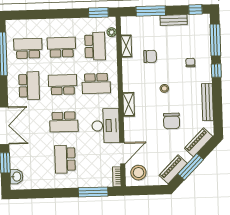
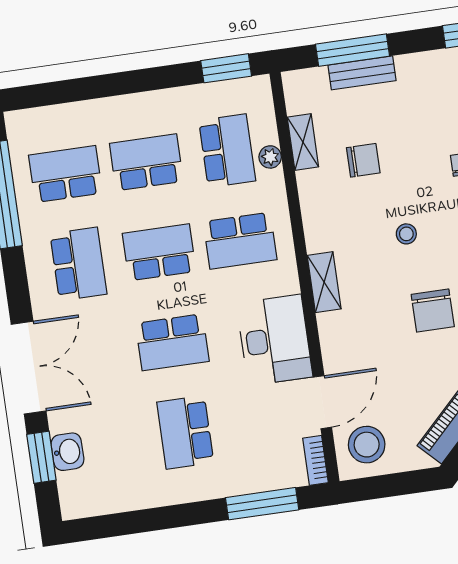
bench: (174, 20) -> (362, 73), moved
plant: (112, 32) -> (270, 157), moved
washbasin: (16, 177) -> (67, 452), moved

